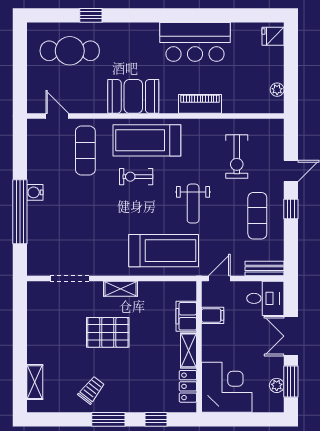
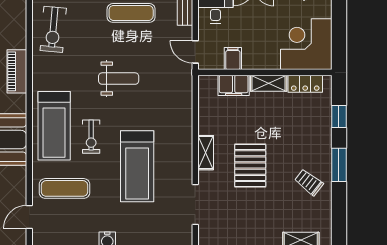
exercise bike: (237, 156) -> (53, 29), moved, turned 95
treadmill: (164, 251) -> (137, 166), moved, turned 180

